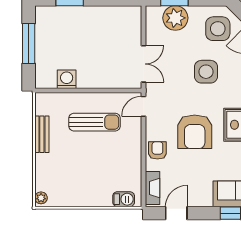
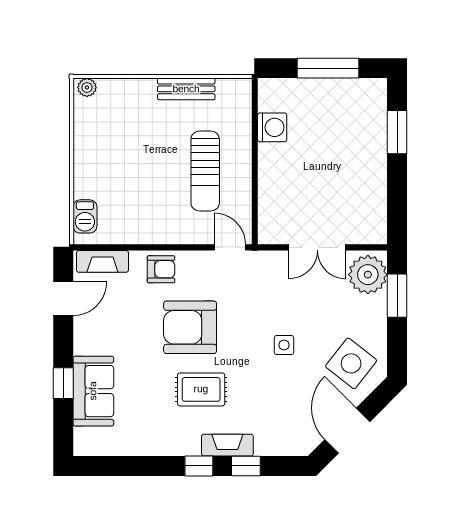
plant: (175, 18) -> (368, 275), moved
side table: (218, 29) -> (351, 363), turned 38
double door: (143, 64) -> (317, 247), moved
side table: (206, 72) -> (284, 345), width x0.54, depth x0.54
door: (176, 213) -> (63, 299), hinge flipped

